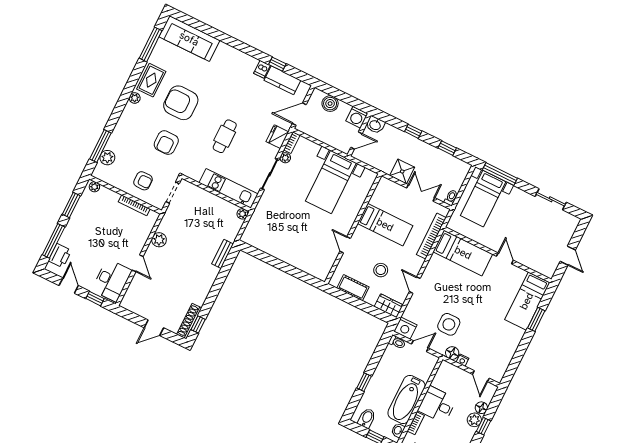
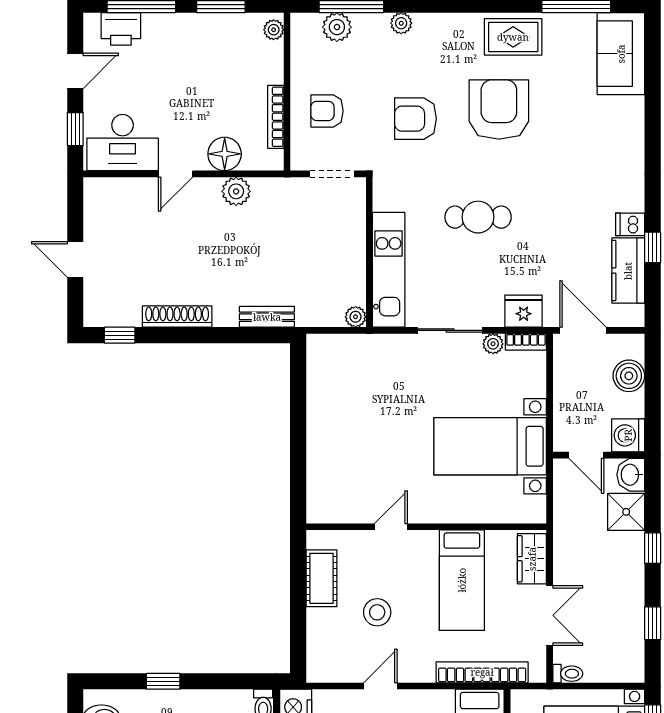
sofa: (189, 39) -> (621, 54), width x0.73
plant: (135, 98) -> (401, 23), moved
shower: (402, 171) -> (626, 512), moved
armchair: (143, 181) -> (327, 111), turned 90
floor lamp: (140, 237) -> (225, 154), added
wardrobe: (389, 306) -> (532, 559), moved, turned 180
shoe rack: (189, 321) -> (177, 317), moved

